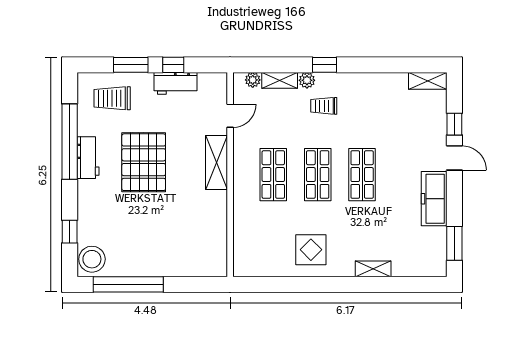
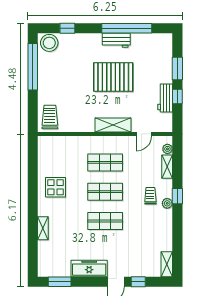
plant: (307, 80) -> (167, 203), moved
trolley: (112, 98) -> (50, 117), moved
door: (230, 116) -> (144, 134), hinge flipped

